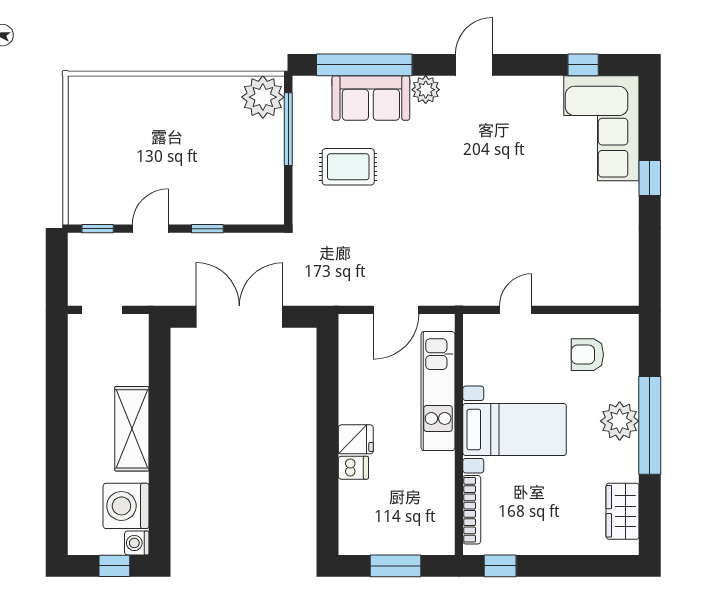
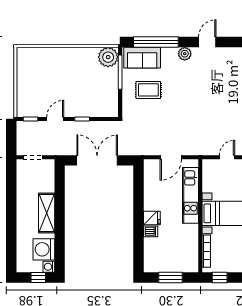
sofa: (371, 98) -> (142, 58), moved

